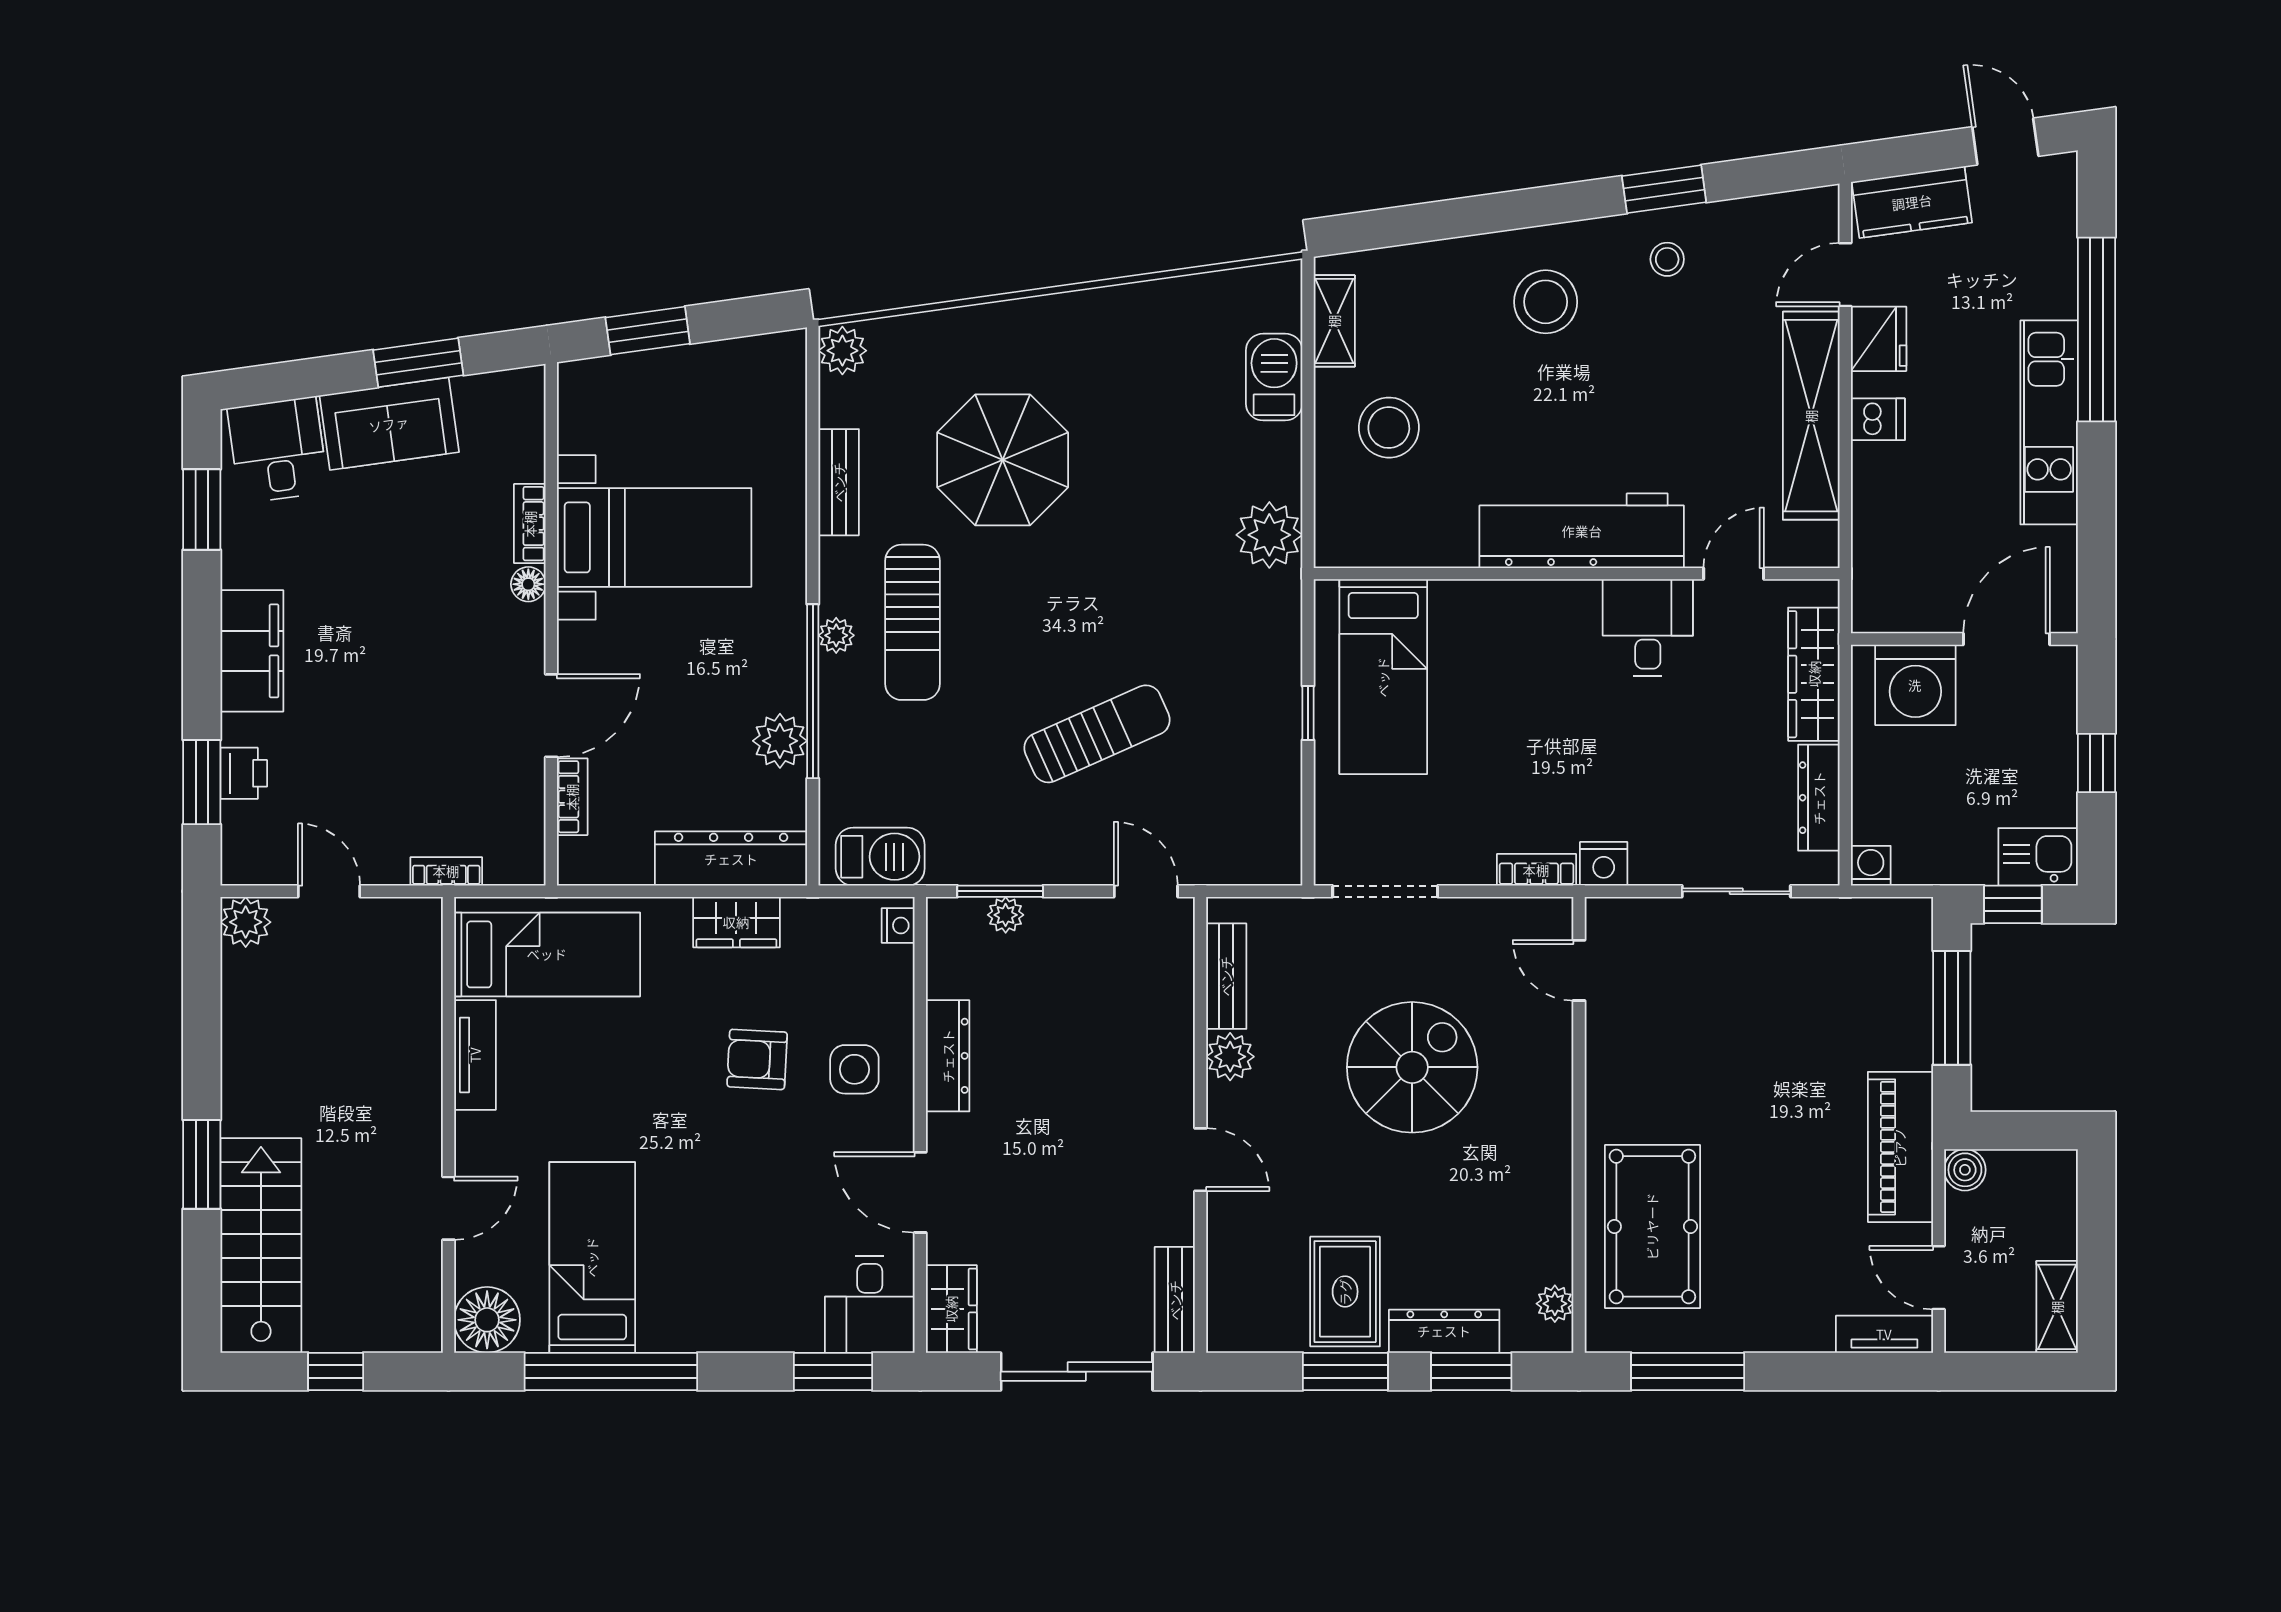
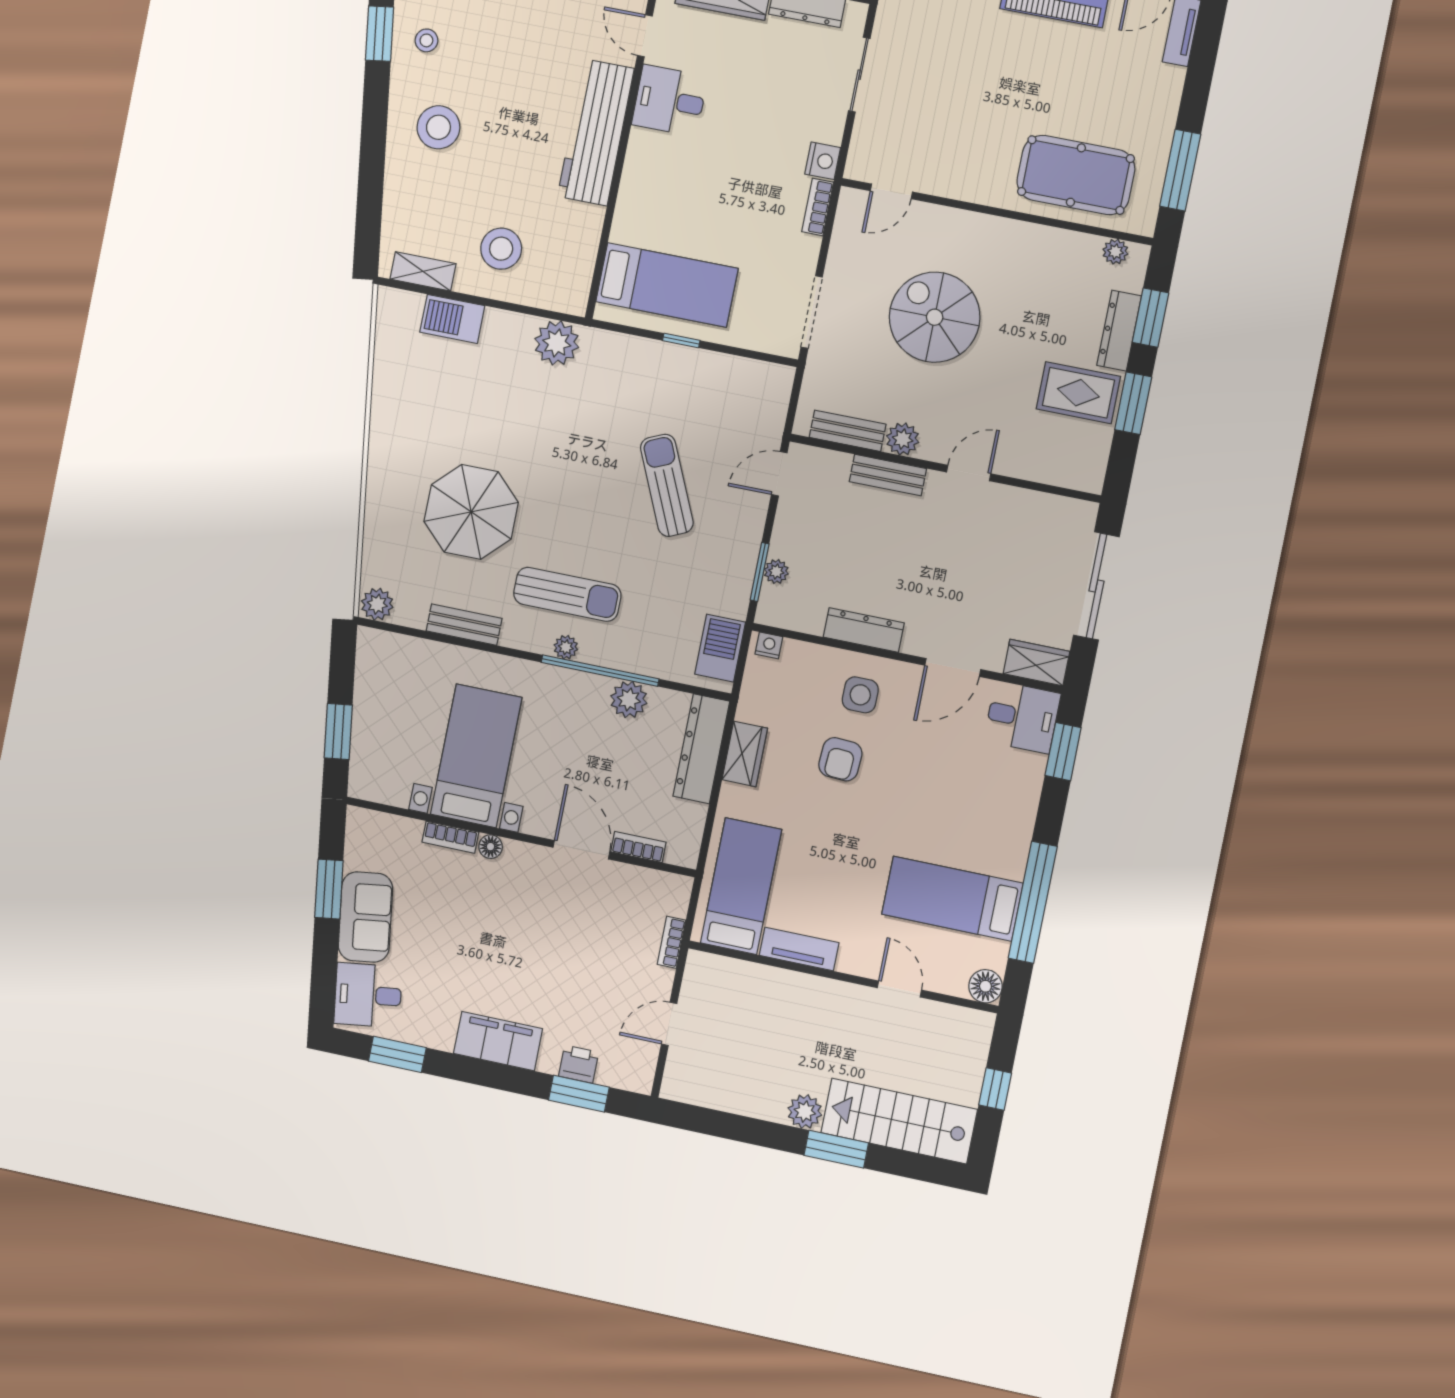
plant: (246, 922) -> (805, 1112), moved
bench: (1175, 1300) -> (888, 475), moved
floor lamp: (487, 1320) -> (985, 986), width x0.73, depth x0.73

